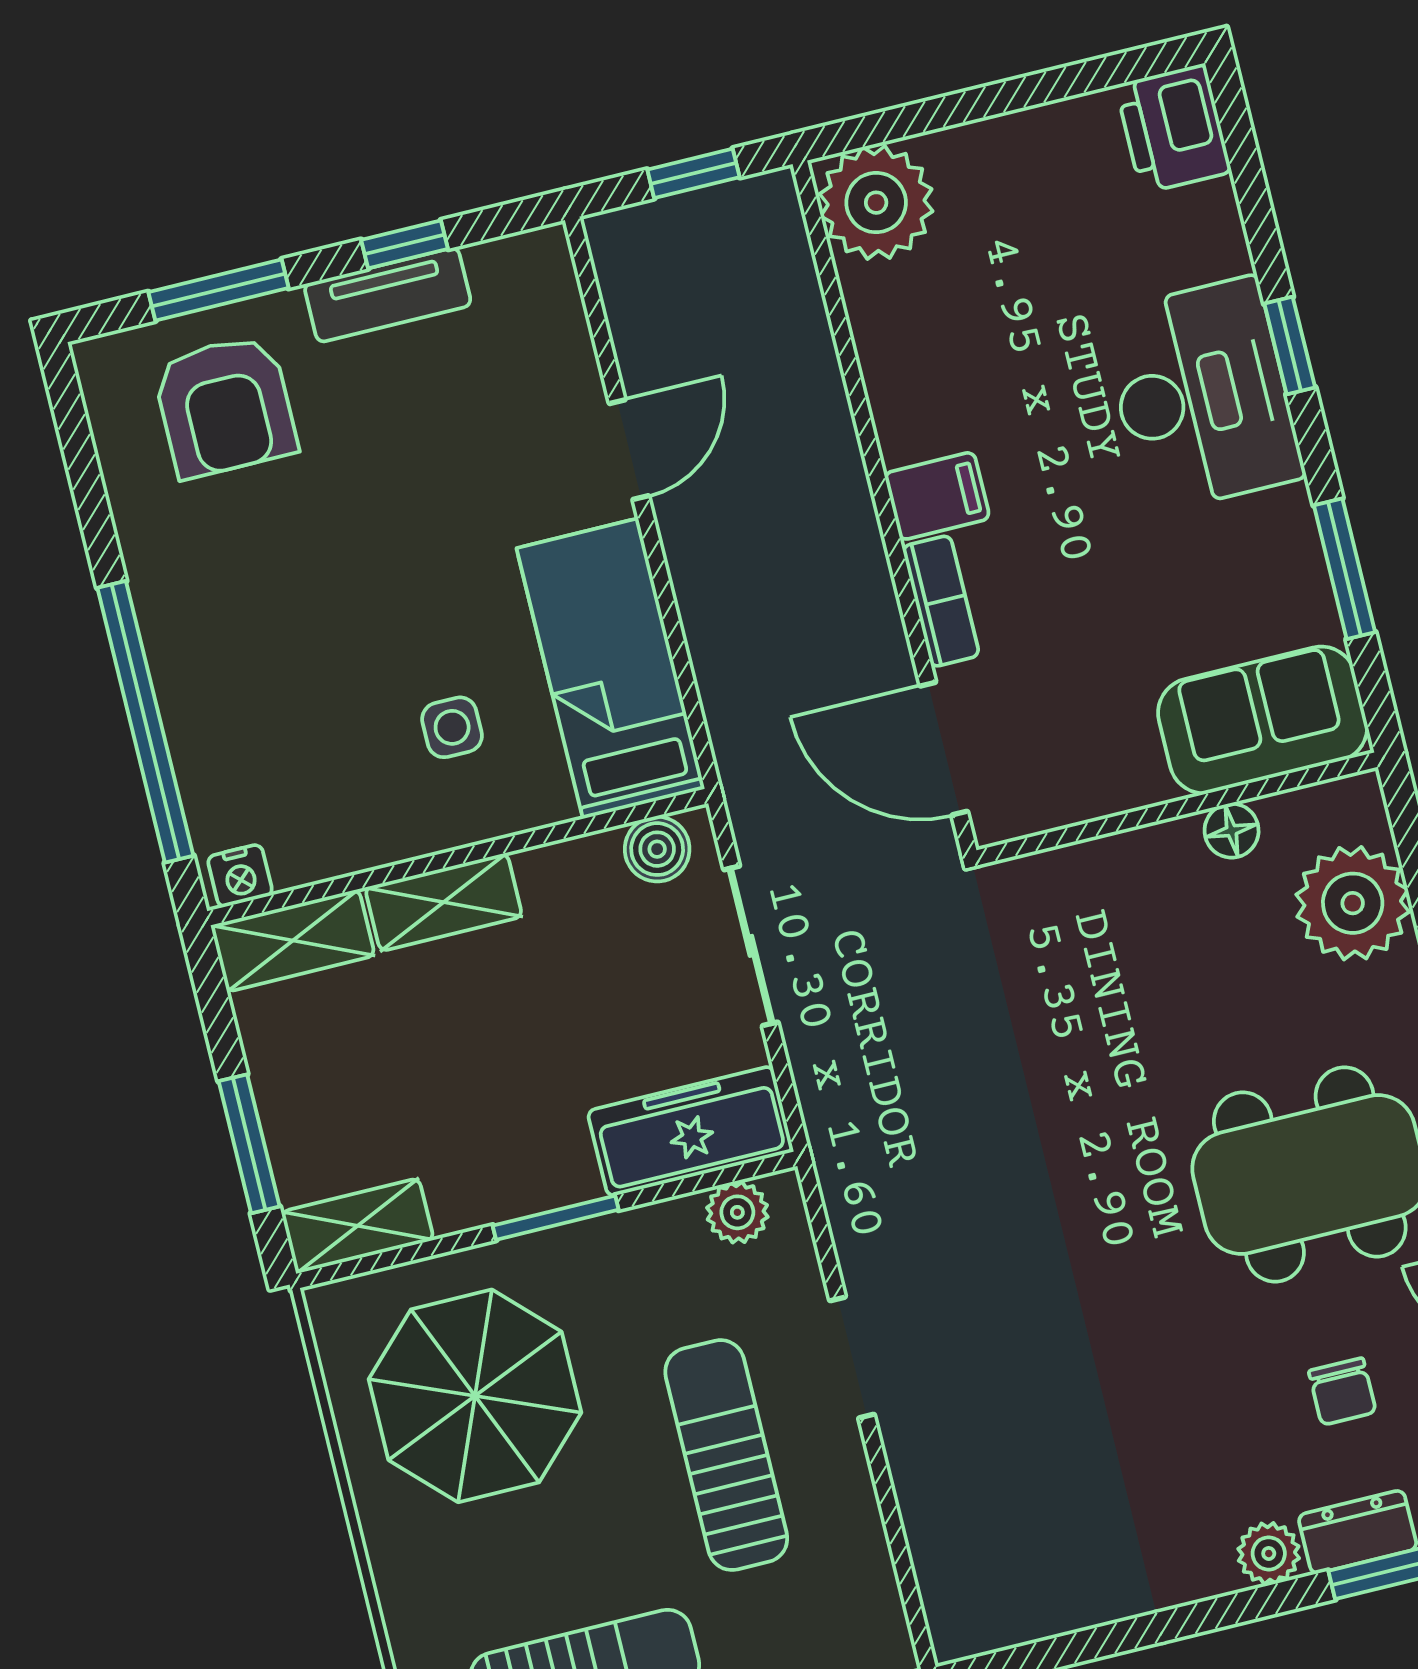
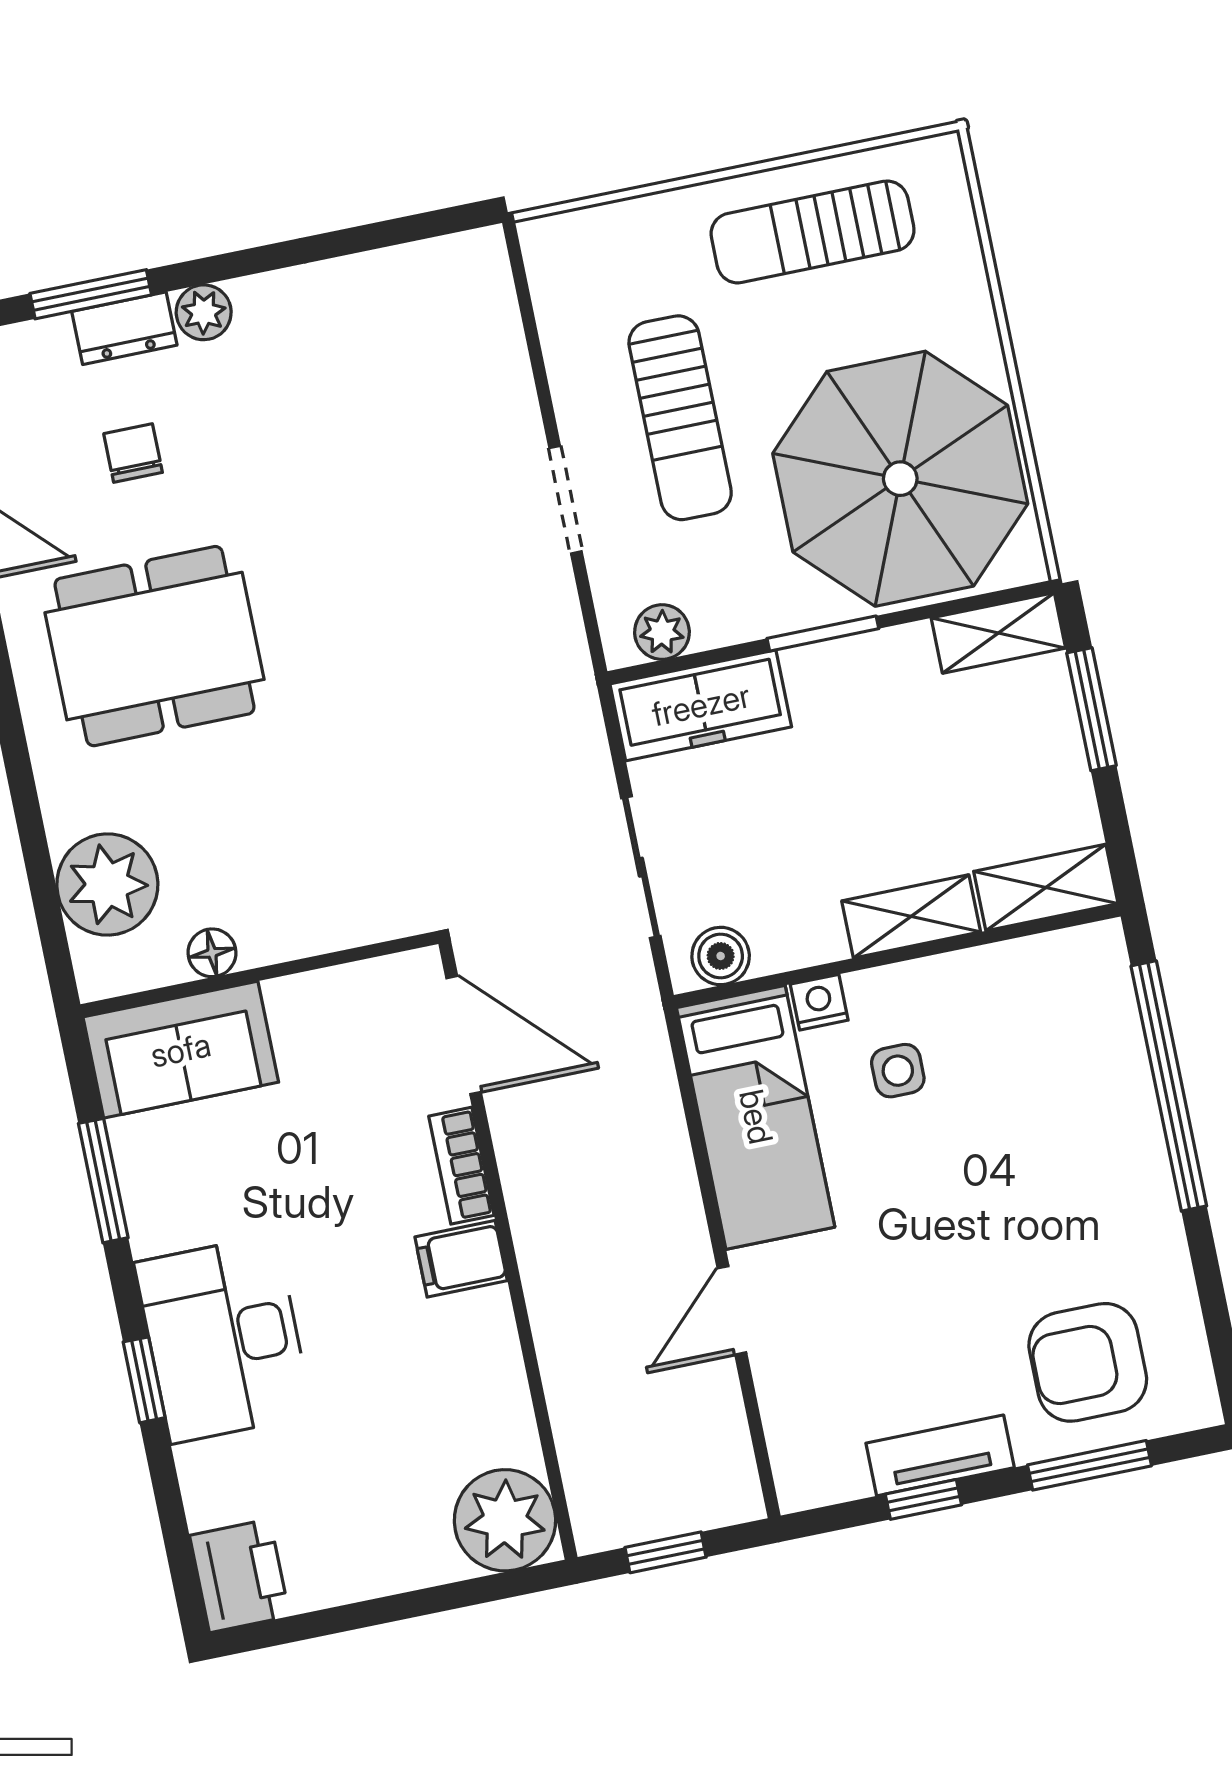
armchair: (225, 406) -> (1088, 1362), turned -90
nightstand: (240, 876) -> (819, 1002), moved
parasol: (475, 1396) -> (900, 479), width x1.36, depth x1.36

